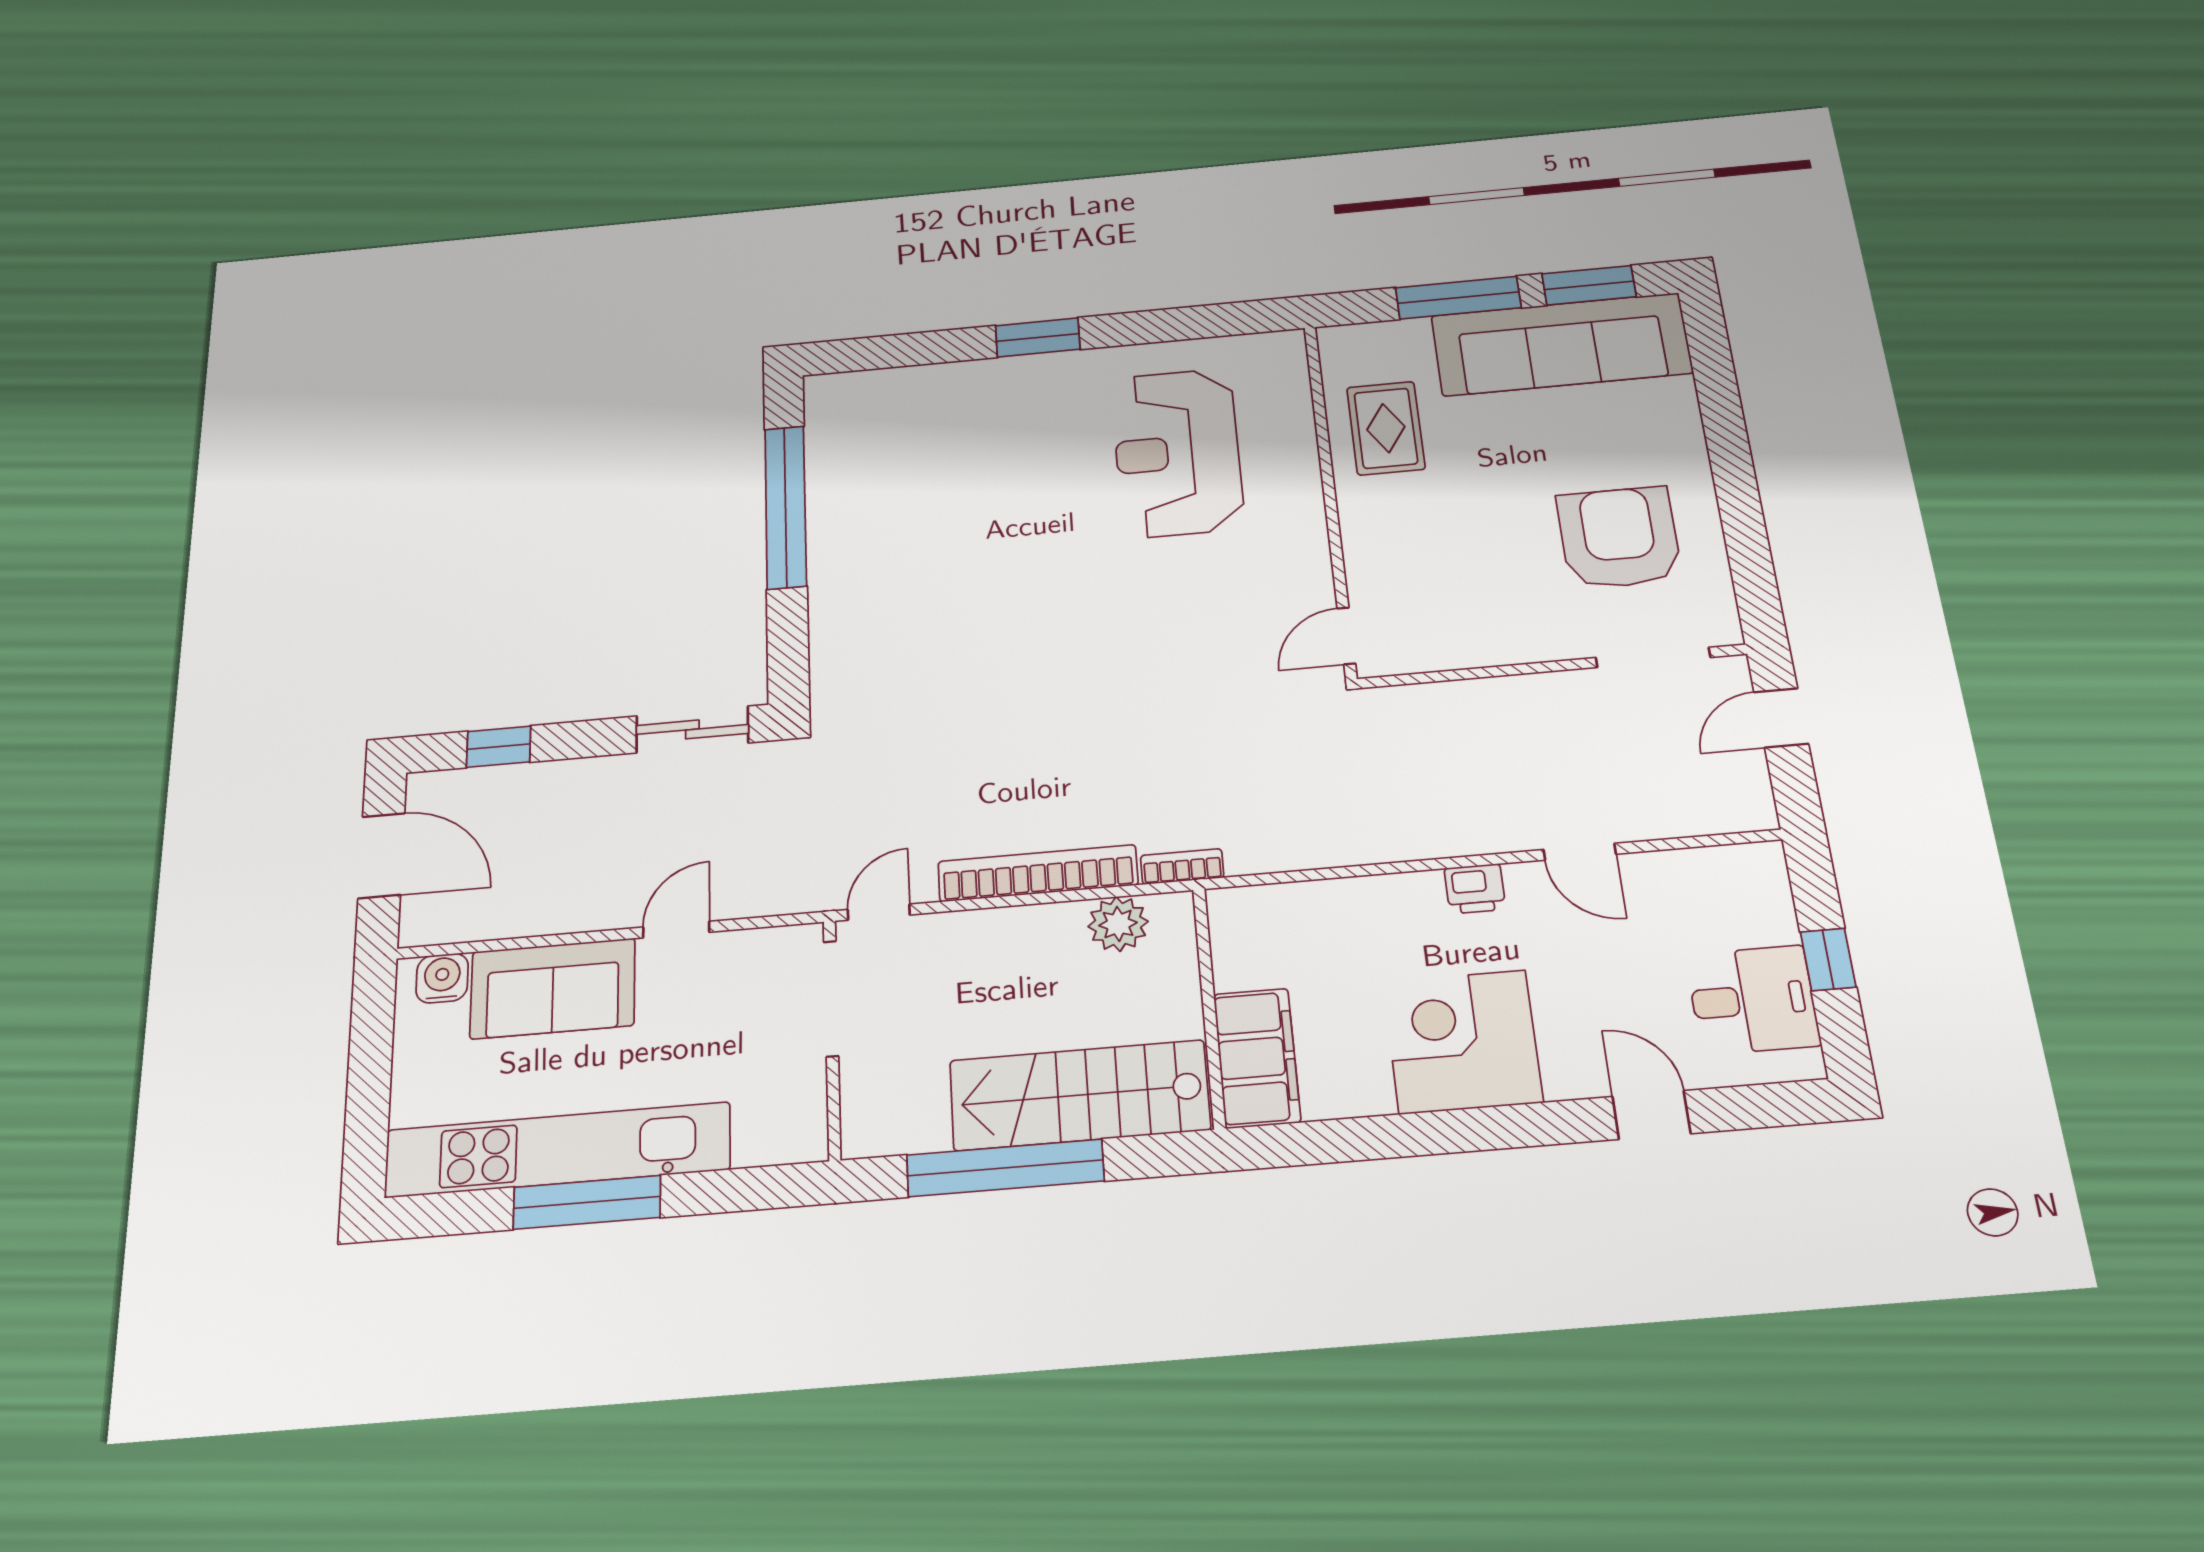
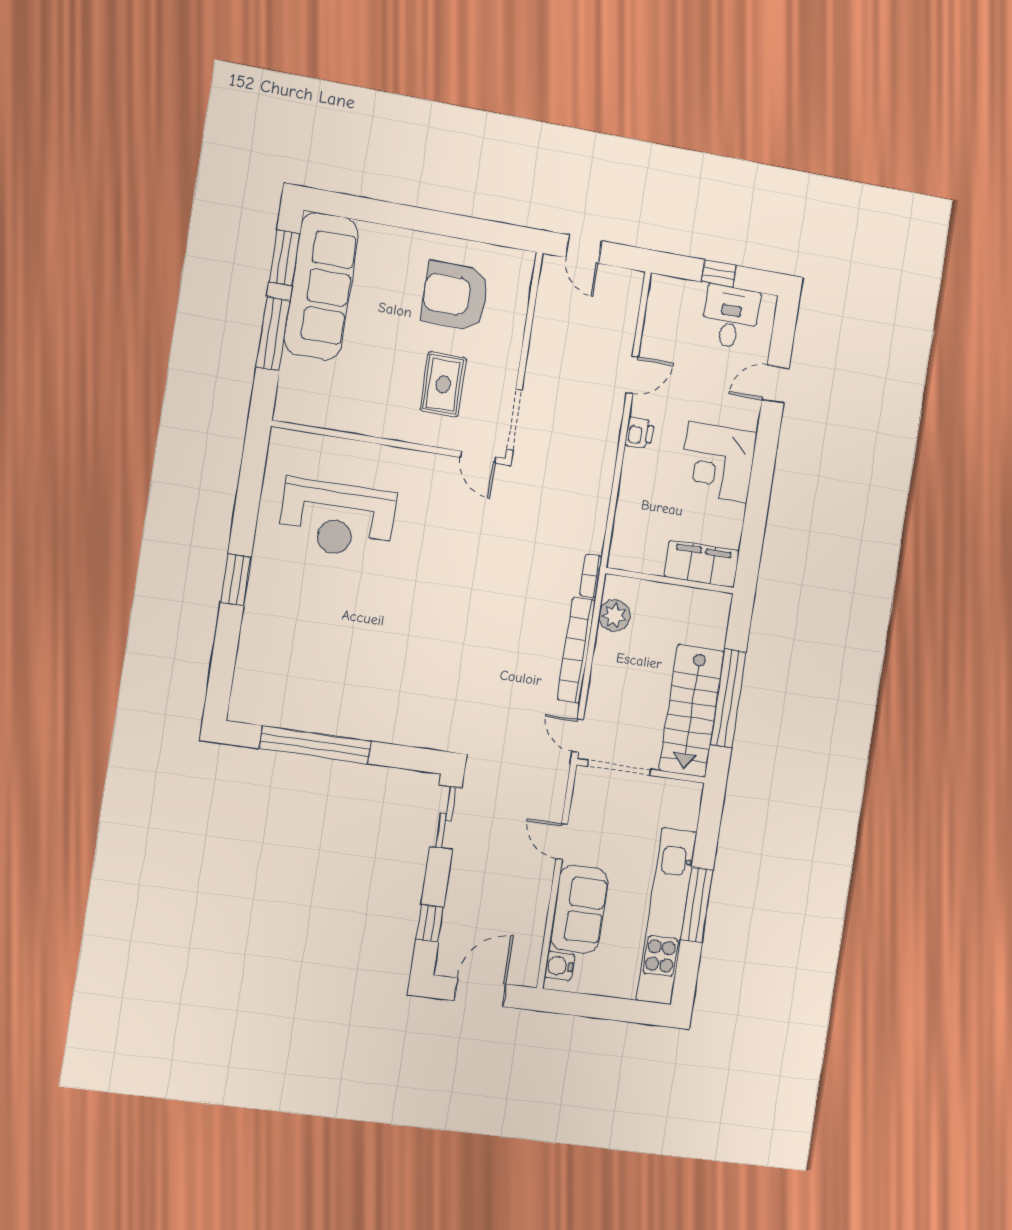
rug: (1386, 428) -> (443, 384), moved, turned 90
doorway: (1653, 657) -> (514, 420), moved
stairs: (1079, 1095) -> (692, 711), moved

